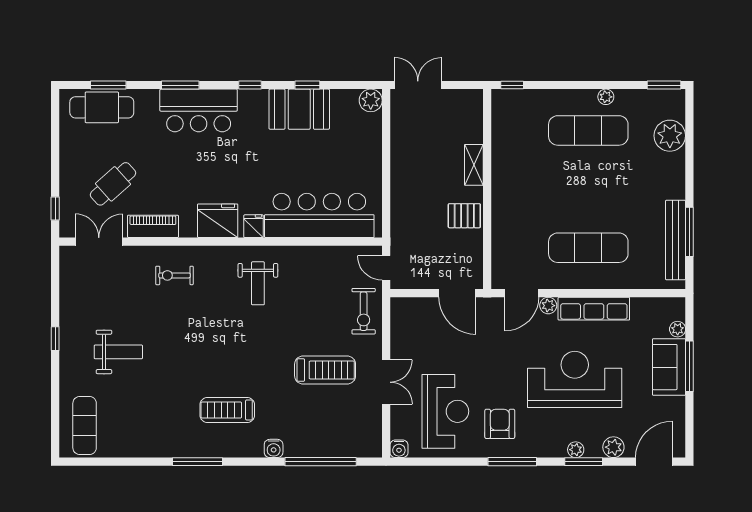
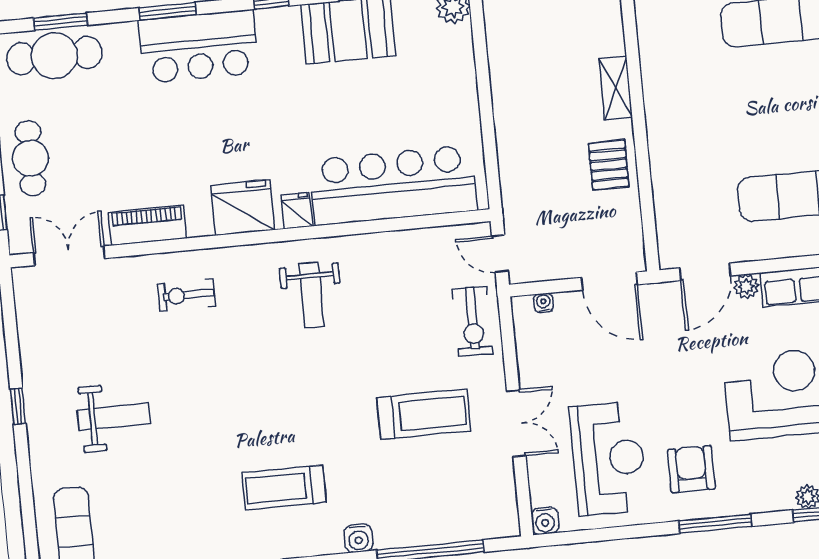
cafe table: (113, 184) -> (30, 158), moved, turned -48
pallet: (464, 216) -> (609, 165), turned 90
water cooler: (412, 303) -> (543, 303), added

